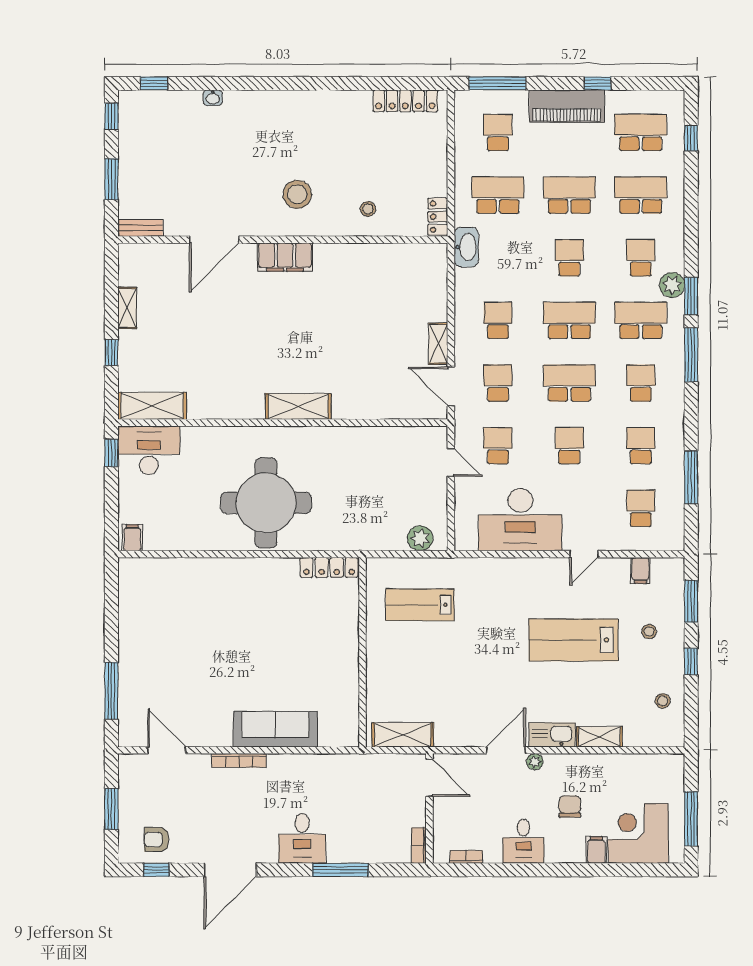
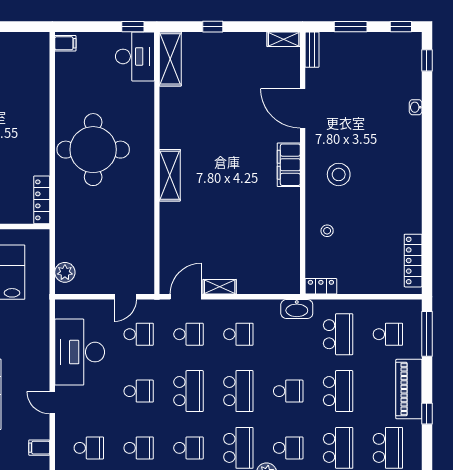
shelving: (127, 308) -> (284, 39), moved

